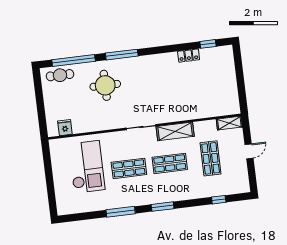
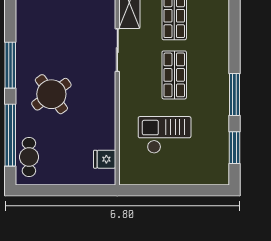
round table: (105, 85) -> (51, 94), turned -36
checkout: (87, 167) -> (165, 135), width x0.73, depth x0.83
window: (163, 207) -> (235, 148), moved

